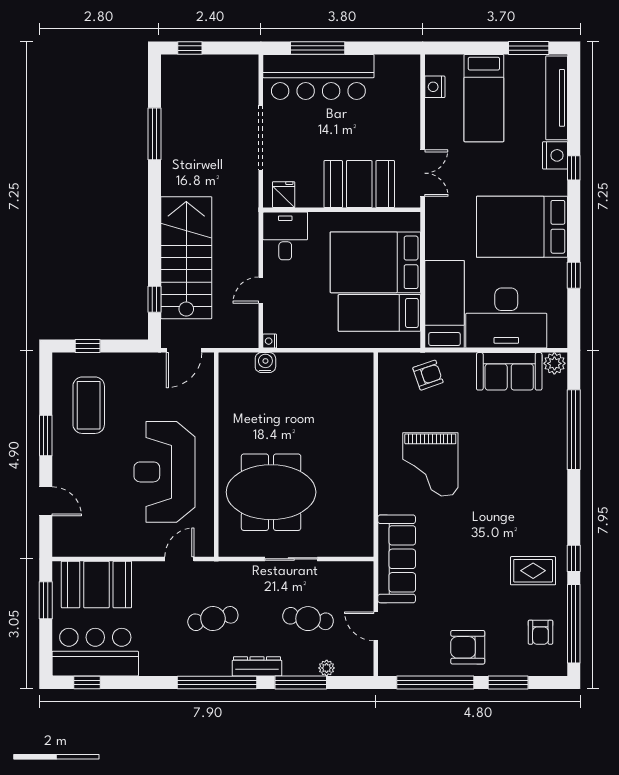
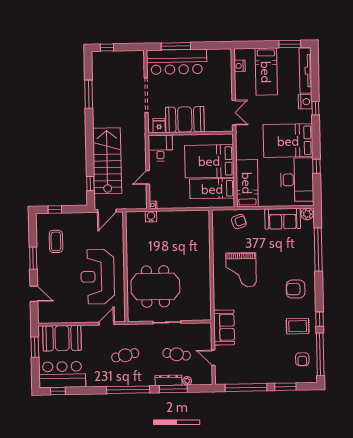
booth: (359, 184) -> (185, 120), moved
desk: (506, 318) -> (297, 180), moved, turned -90
coffee table: (89, 405) -> (56, 241), width x0.73, depth x0.76
sofa: (397, 559) -> (224, 327), width x0.73
armchair: (468, 647) -> (296, 289), moved
dresser: (257, 666) -> (169, 380), moved

